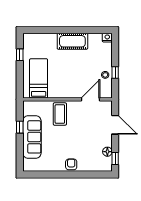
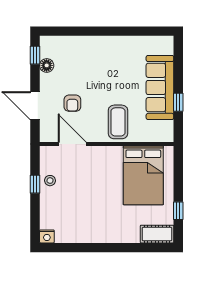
cot: (72, 41) -> (157, 234), moved, width x0.73, depth x0.75
bed: (39, 78) -> (143, 175), width x1.50
door: (90, 99) -> (72, 144), swing flipped
armchair: (71, 164) -> (72, 103), moved

